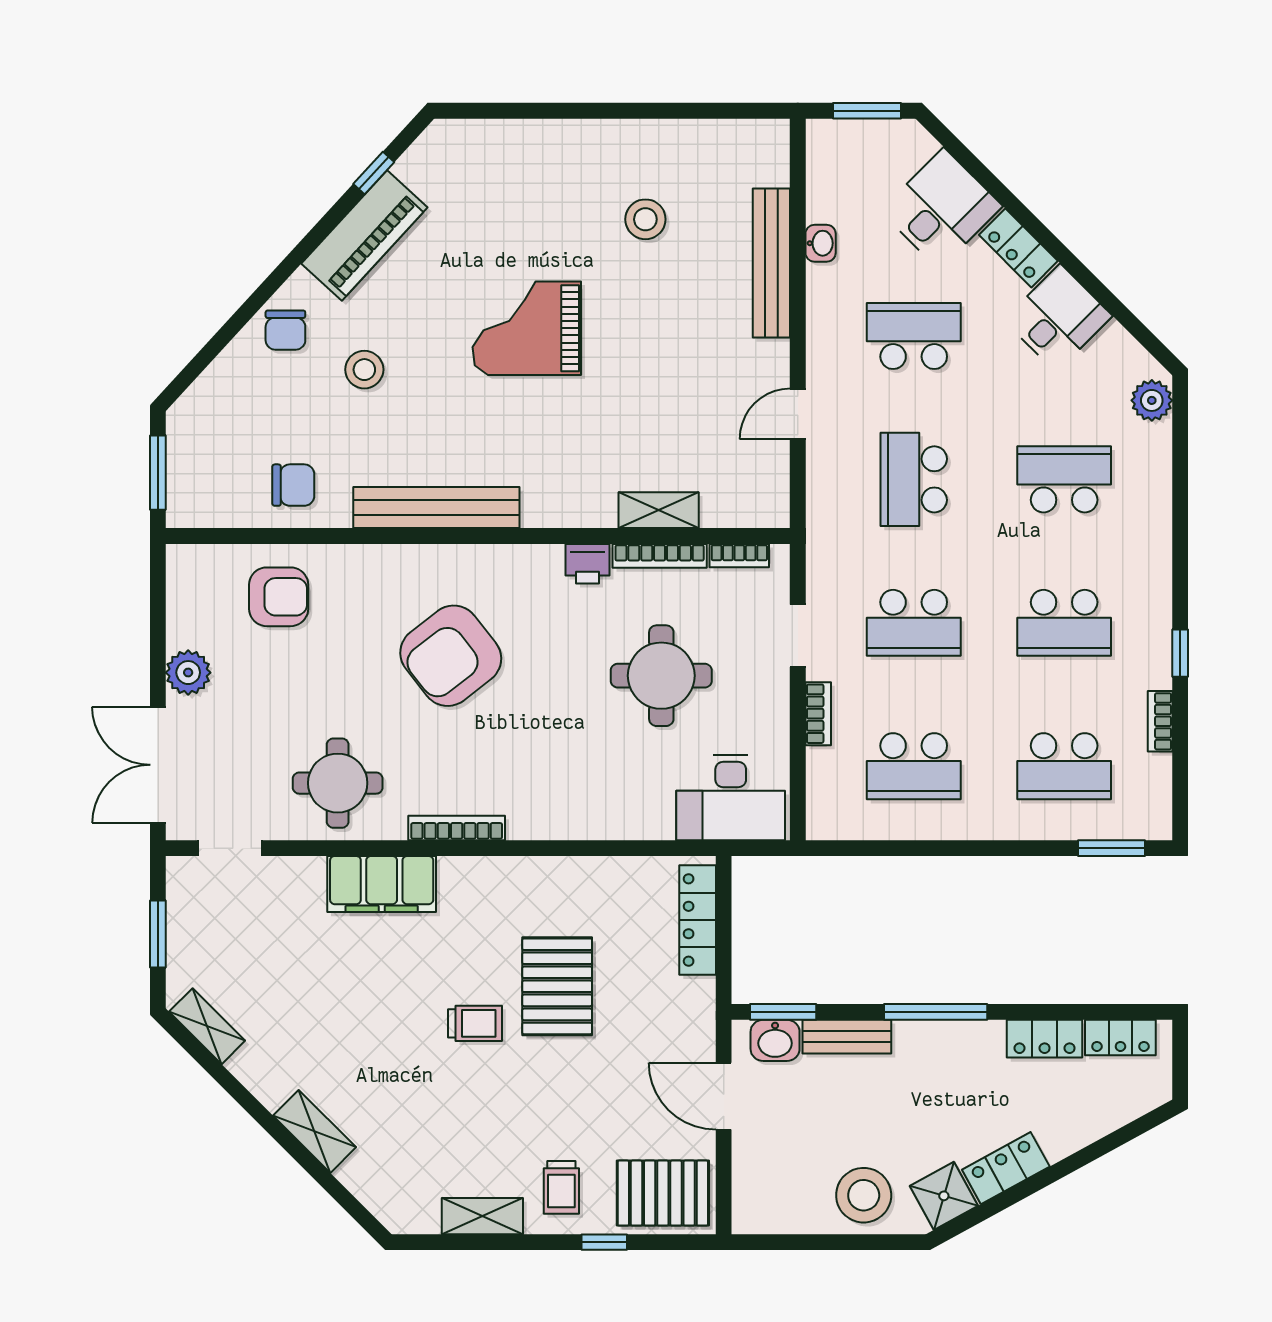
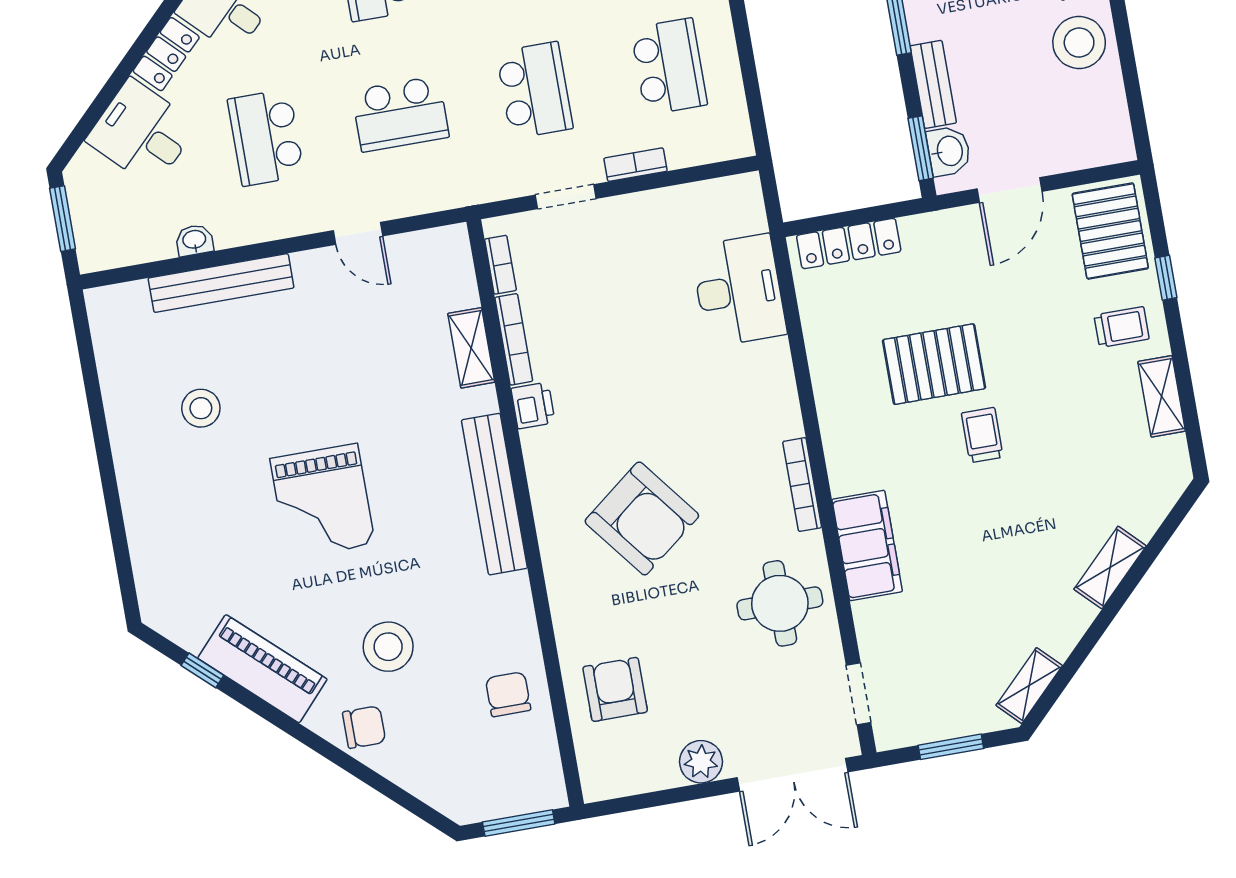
stool: (364, 370) -> (388, 647), width x1.38, depth x1.38
bench: (436, 508) -> (494, 494), moved
round table: (661, 676) -> (626, 318), removed
desk: (731, 798) -> (739, 290), moved

